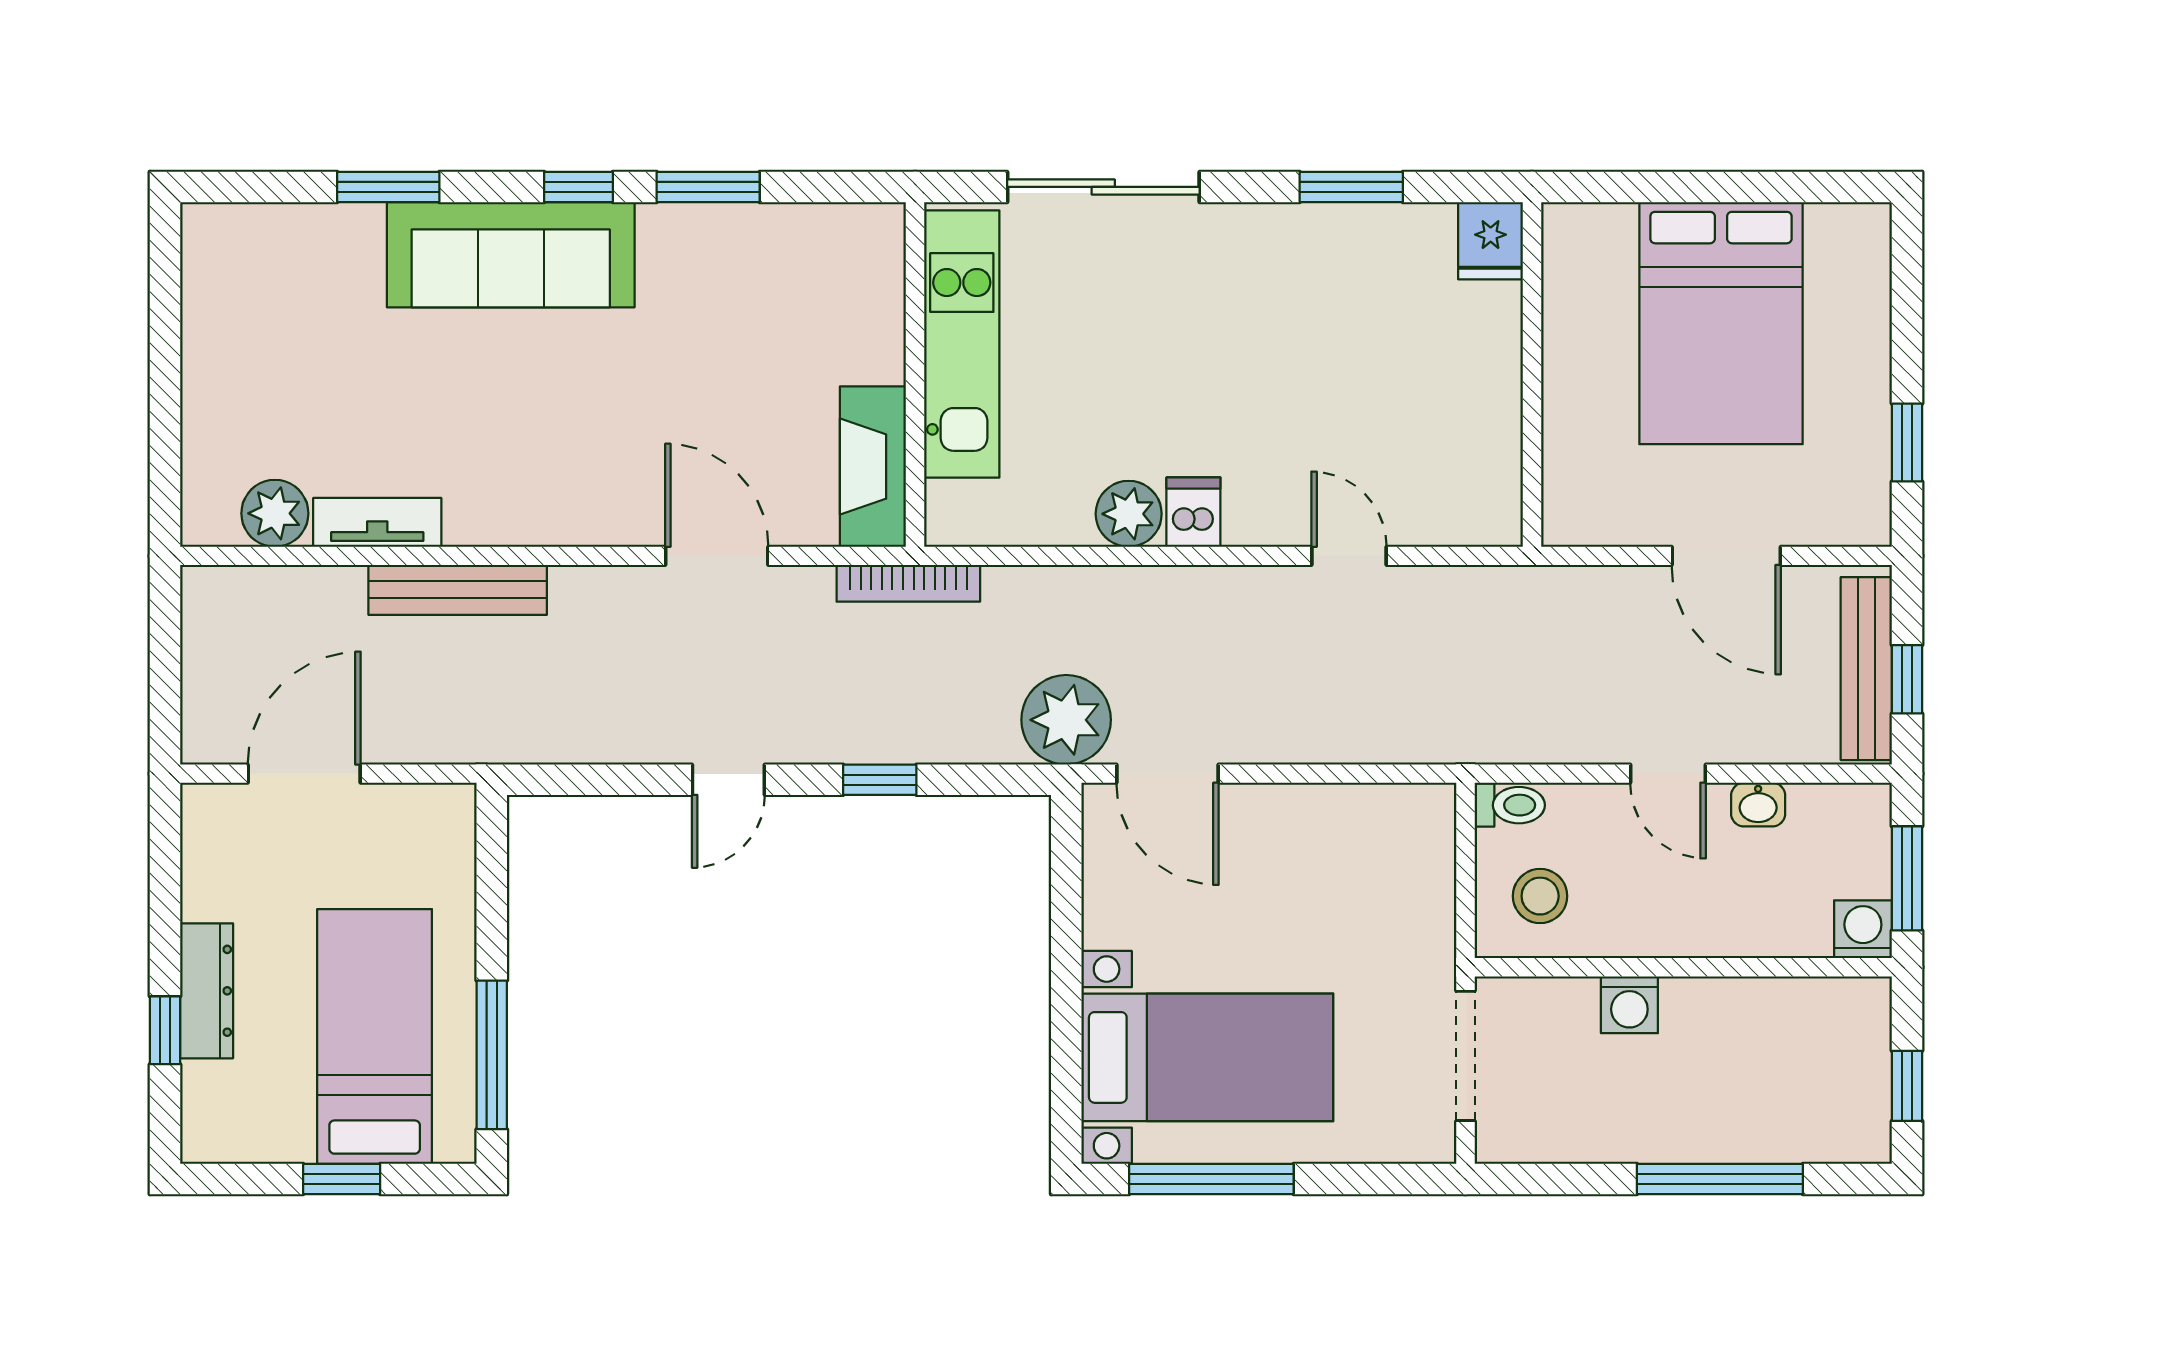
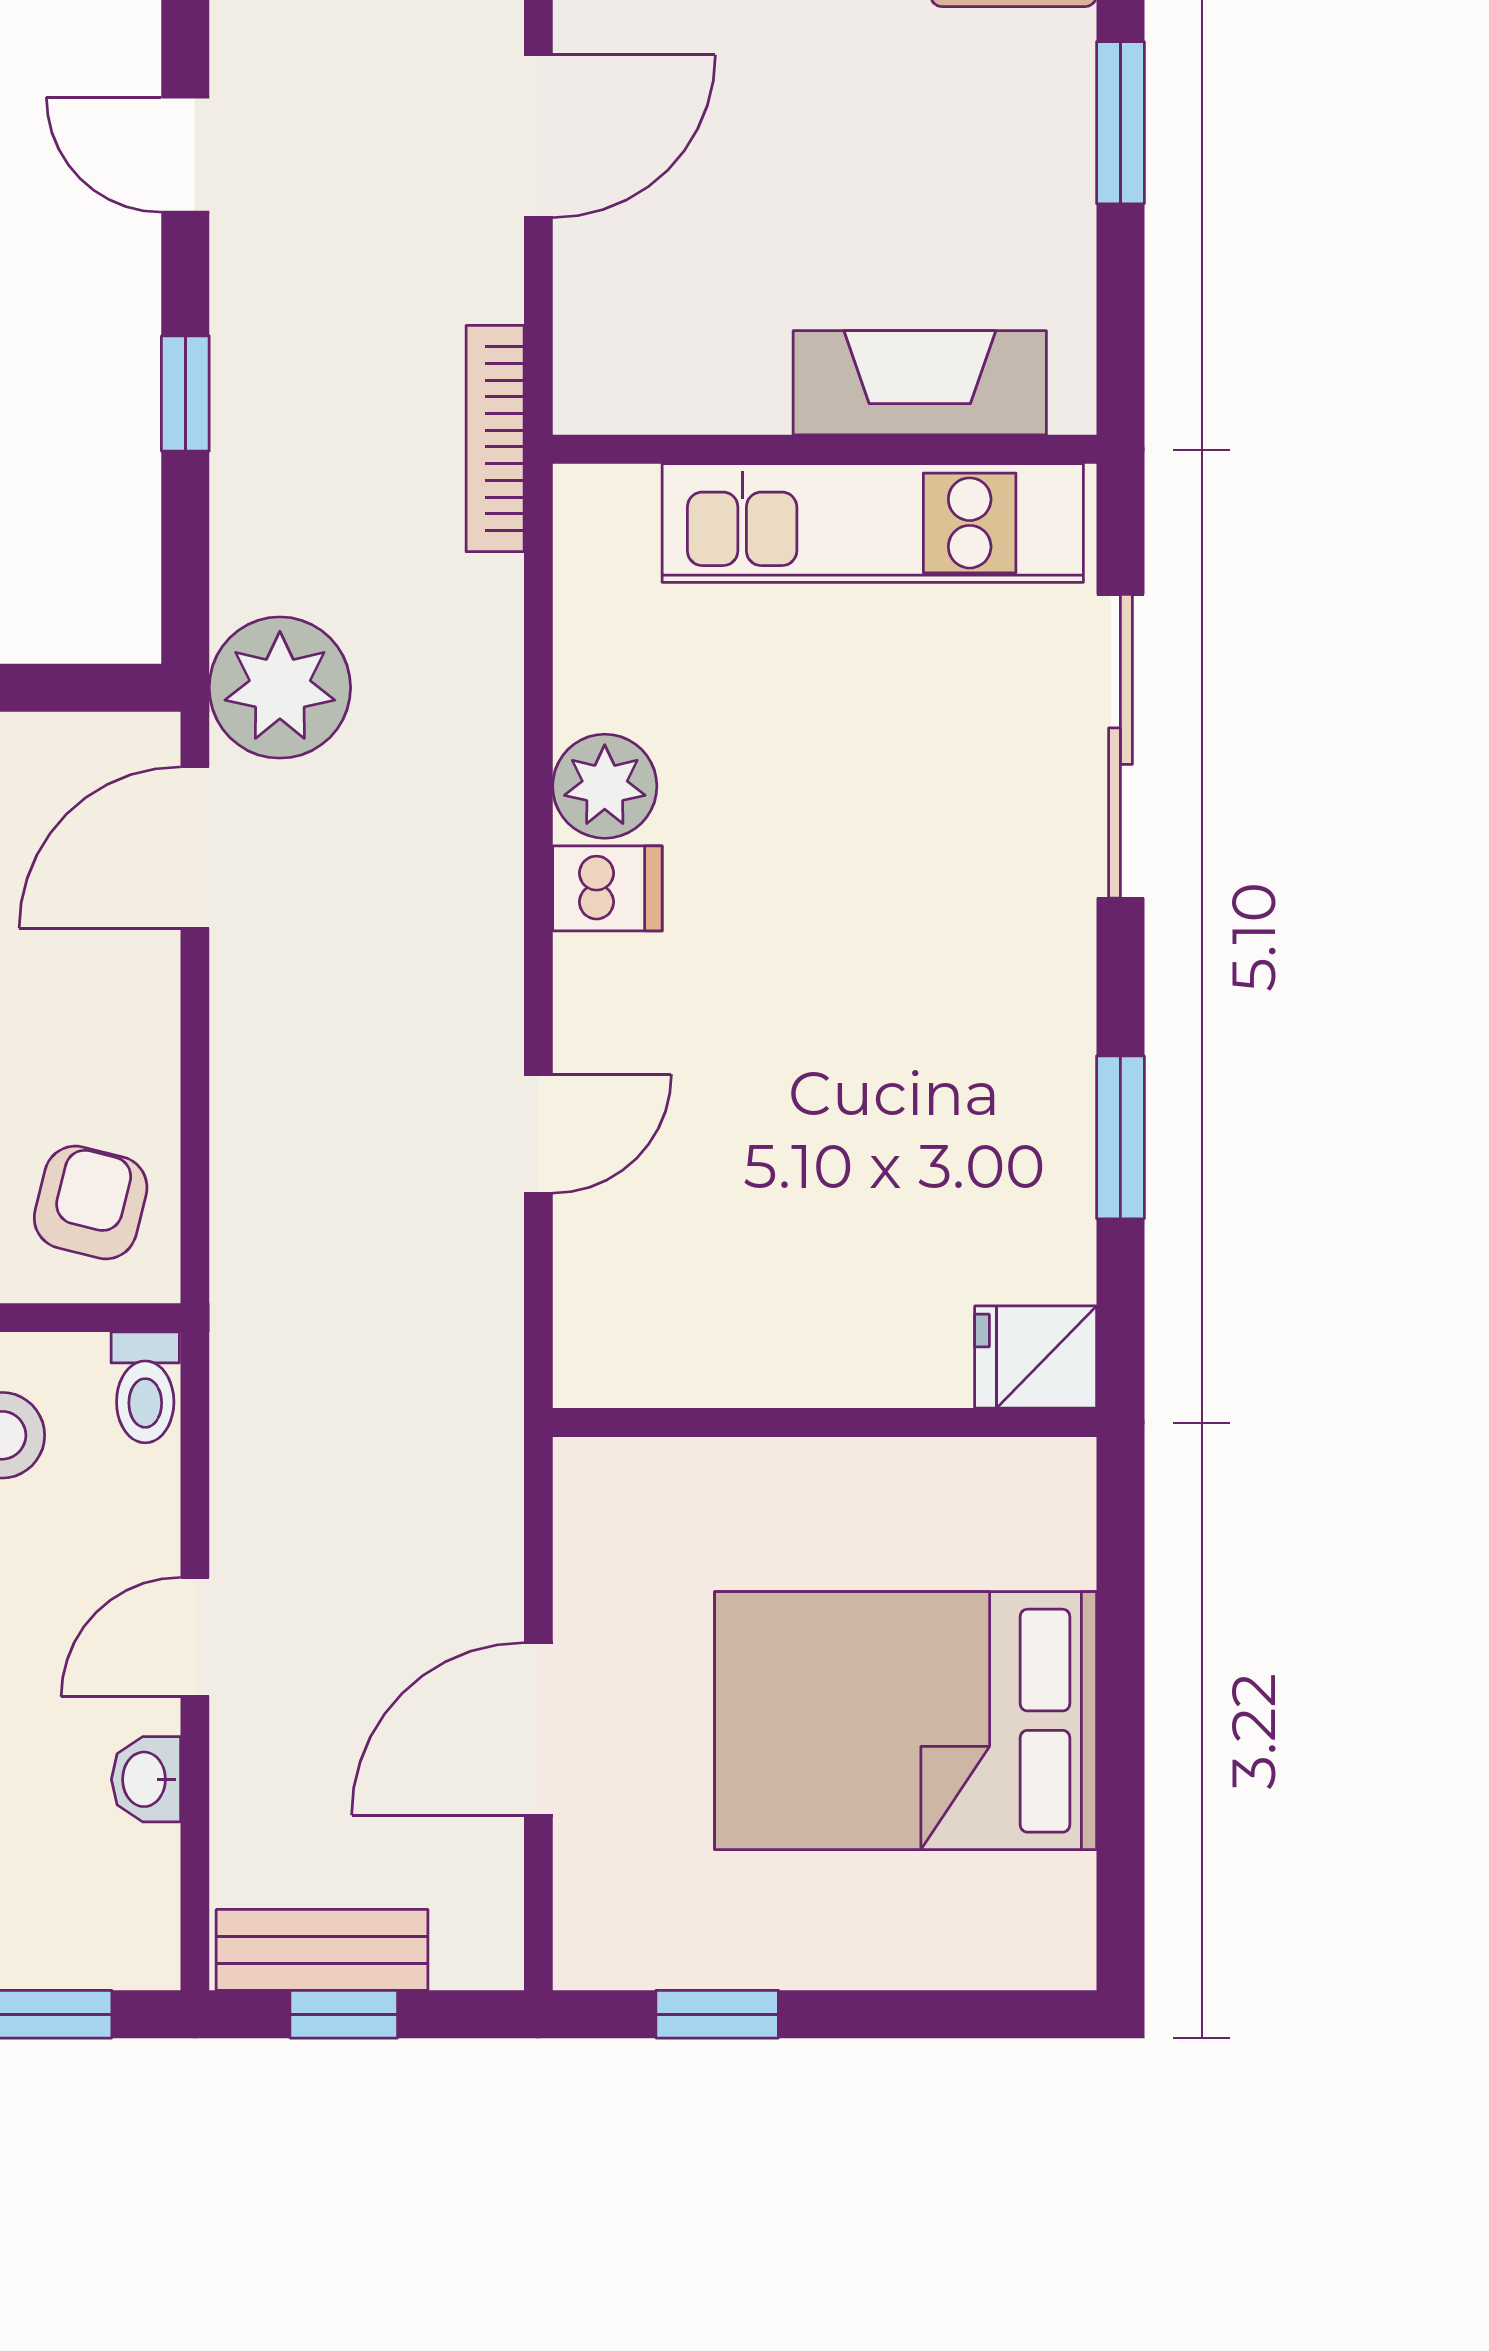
fireplace: (873, 467) -> (920, 383), moved
bench: (1866, 669) -> (322, 1950), width x0.73
armchair: (1393, 840) -> (91, 1202), added

